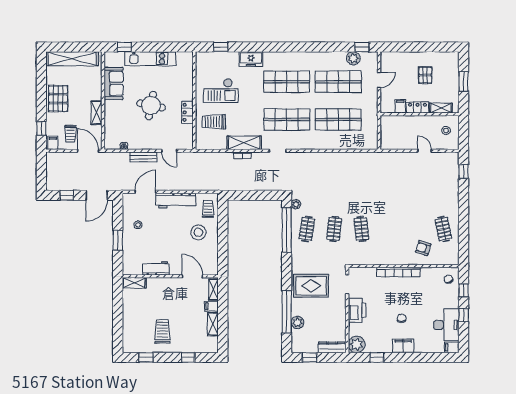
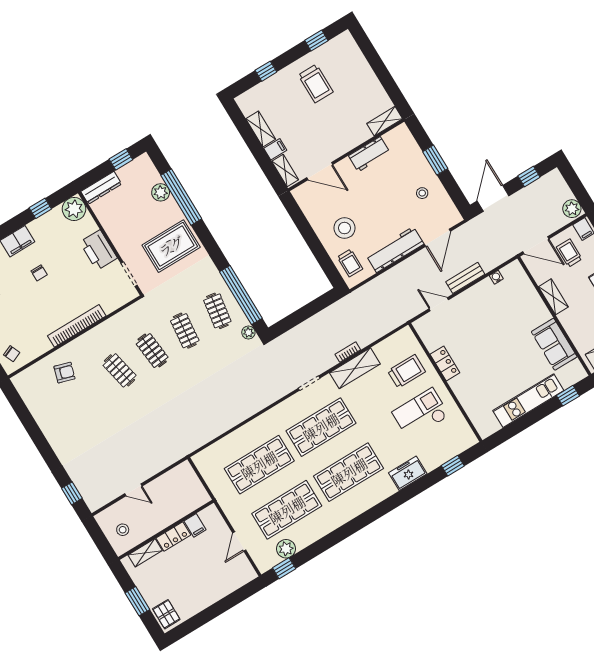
pallet: (425, 75) -> (166, 614), moved
round table: (151, 105) -> (493, 345), removed
plant: (52, 160) -> (572, 209), added
clothes rail: (443, 229) -> (120, 370), moved

